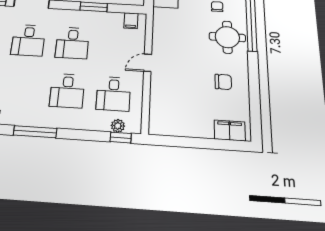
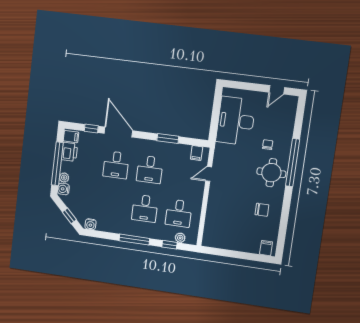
door: (148, 63) -> (209, 174), moved
filing cabinet: (230, 130) -> (266, 248), width x0.50
window: (35, 132) -> (134, 240), moved
window: (121, 138) -> (169, 245), moved

